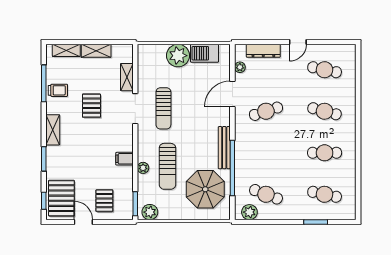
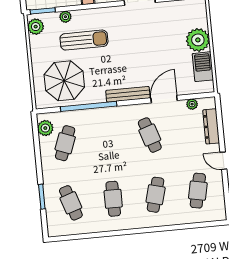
door: (232, 94) -> (164, 99), hinge flipped
sun lounger: (163, 108) -> (143, 30), removed
bench: (224, 148) -> (128, 94), moved
sun lounger: (167, 166) -> (84, 40), turned 180
plant: (143, 168) -> (65, 17), moved
cafe table: (325, 194) -> (71, 203), turned -30

